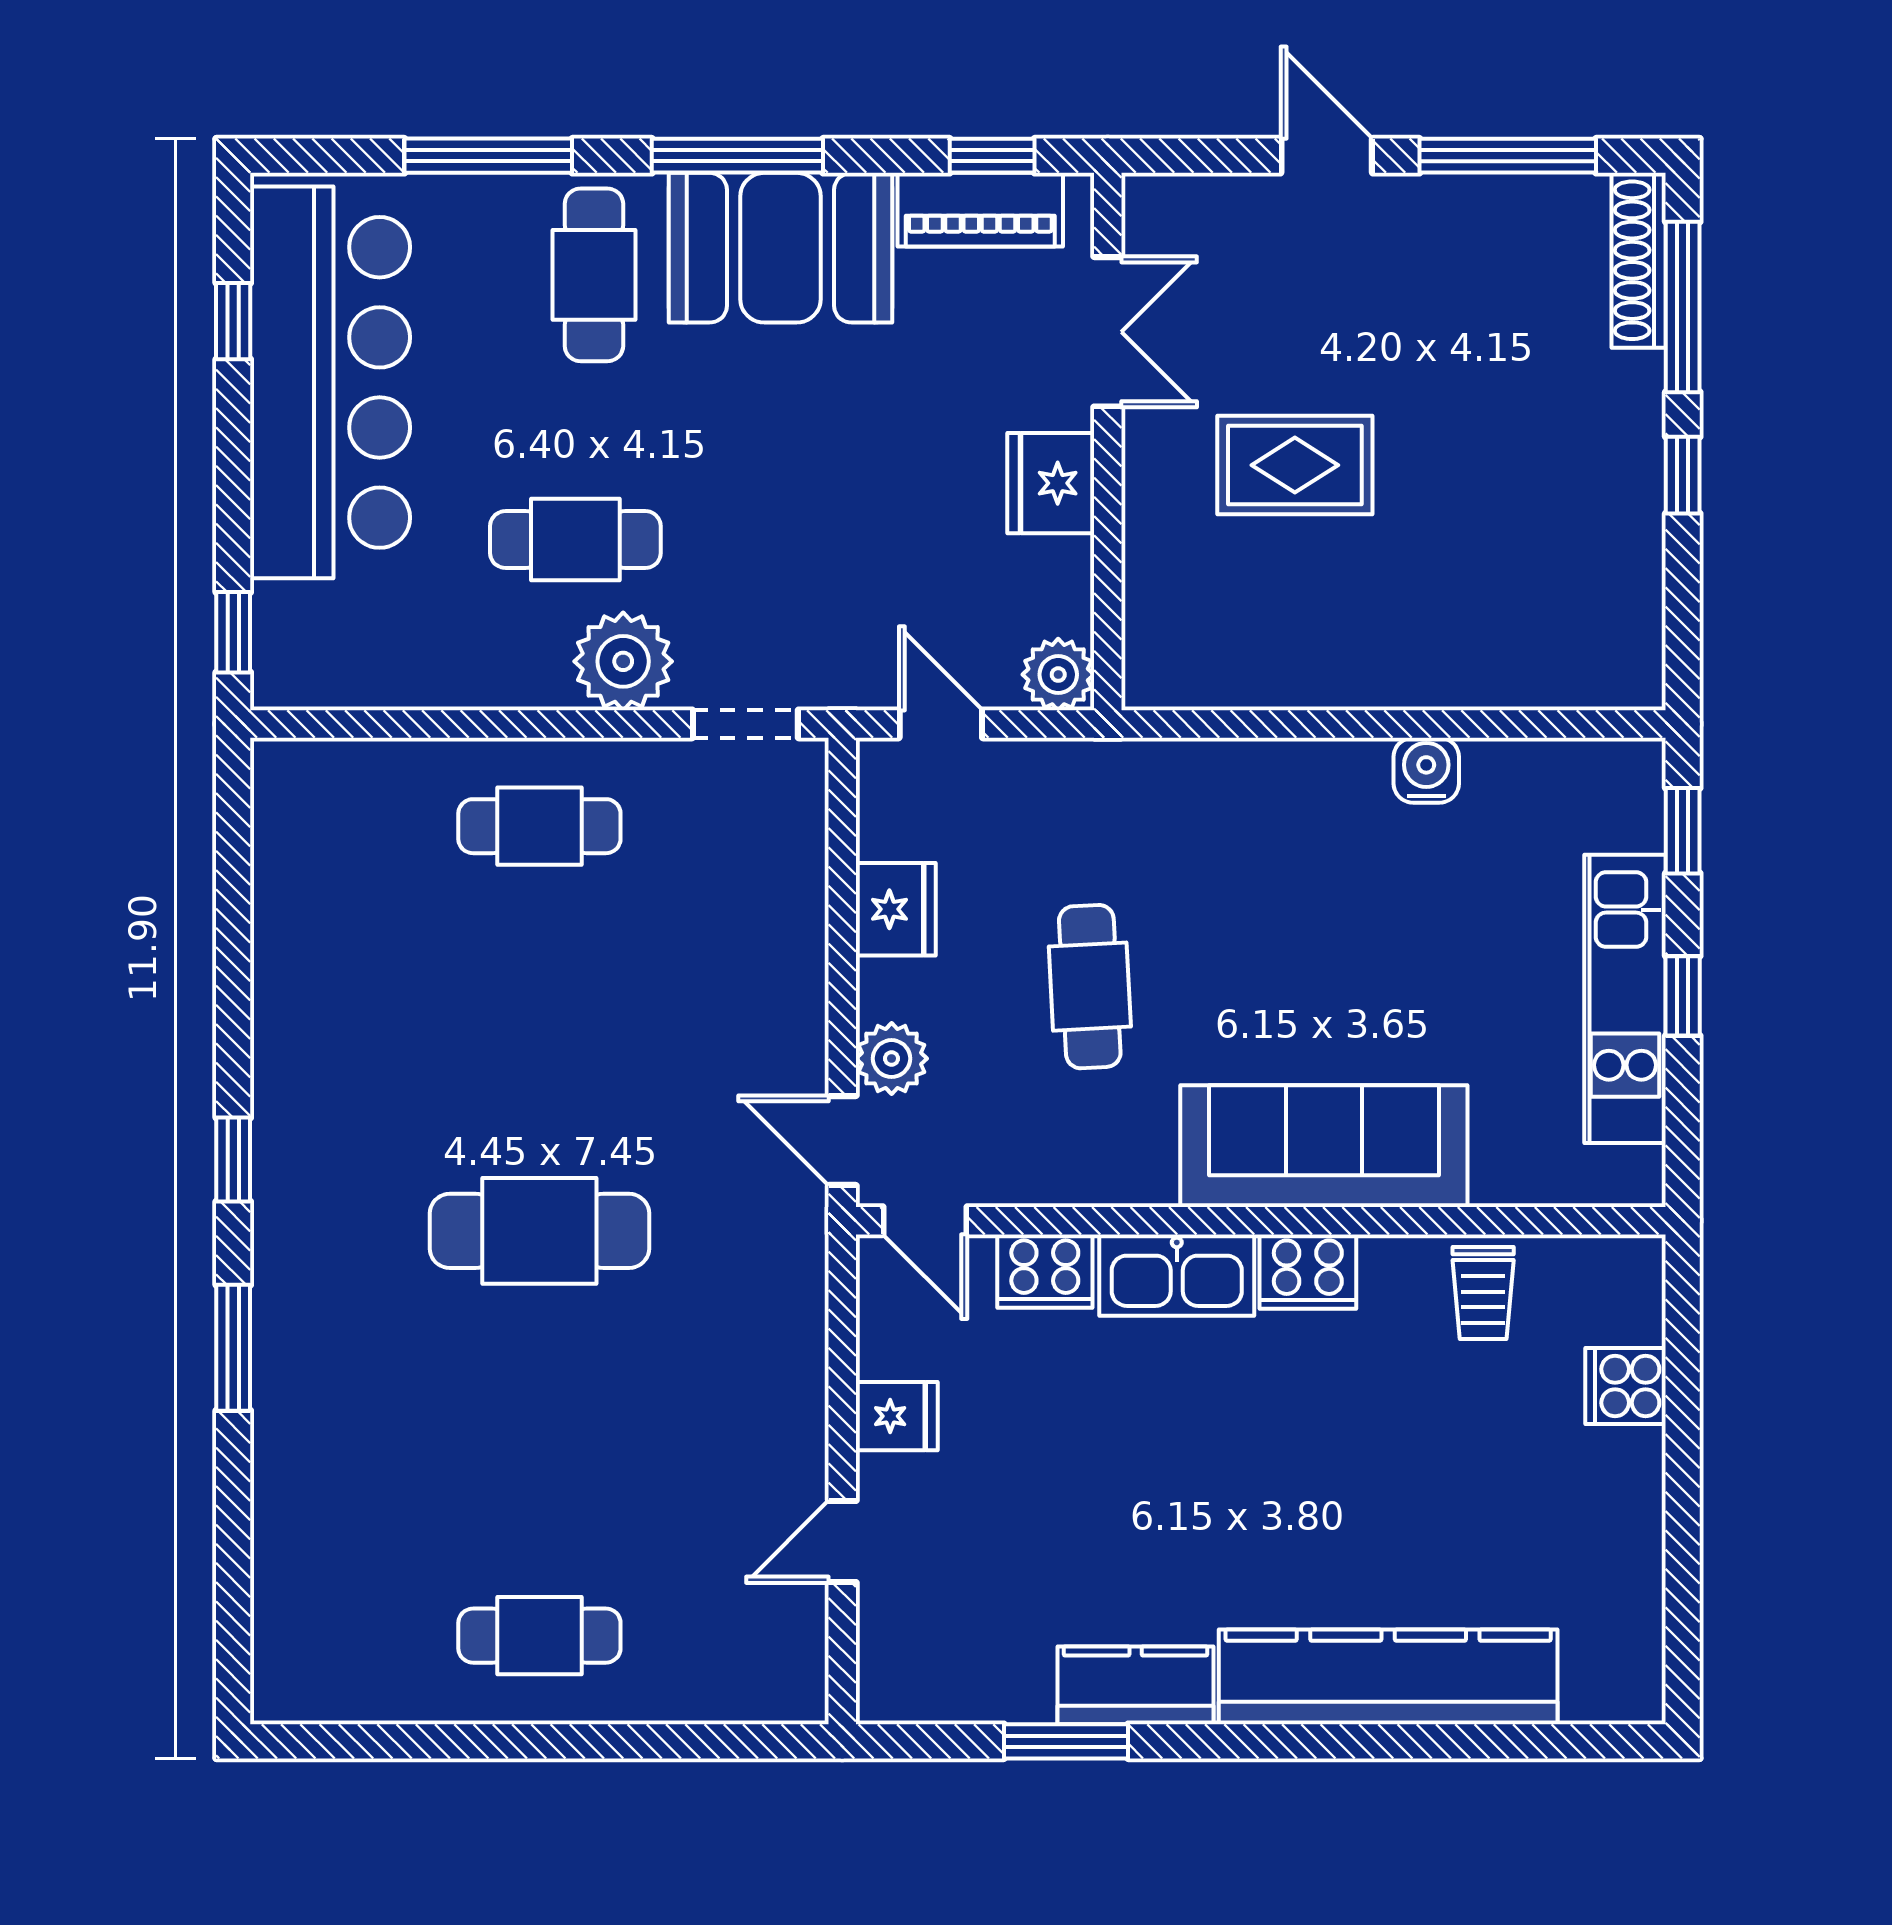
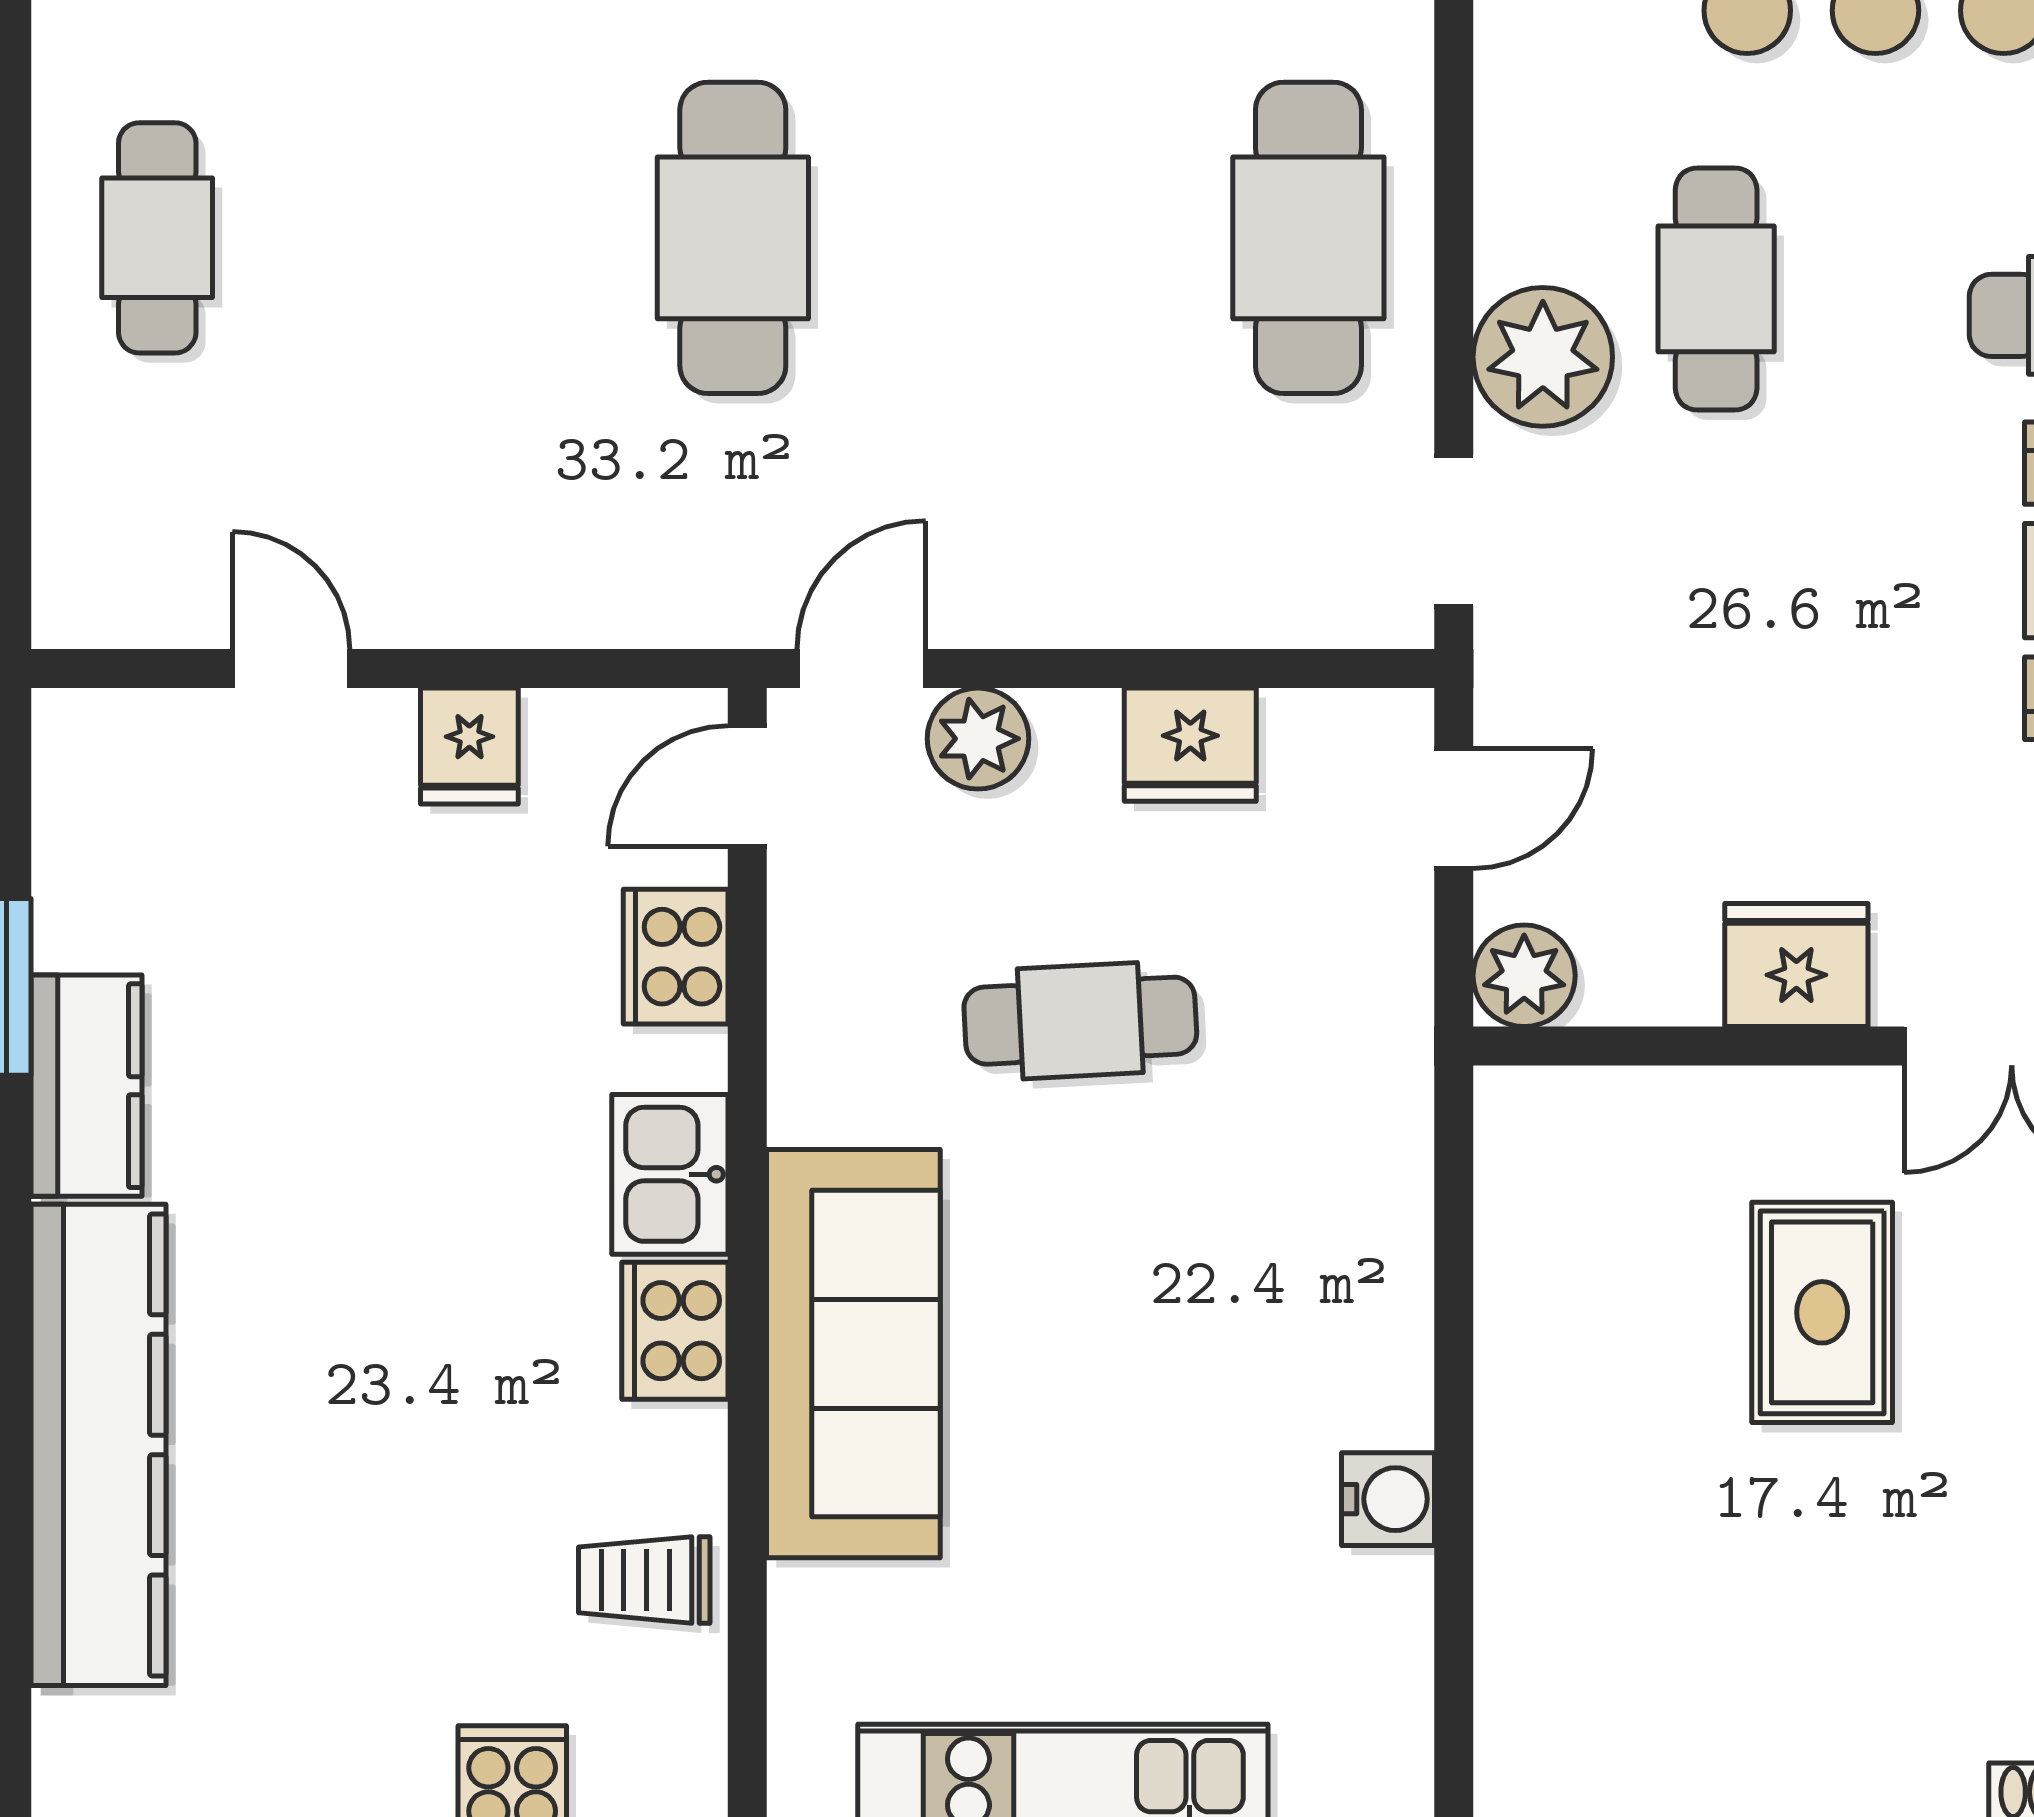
cafe table: (539, 826) -> (1308, 238), width x1.37, depth x1.35
kitchen sink: (1177, 1275) -> (670, 1174), width x0.73

